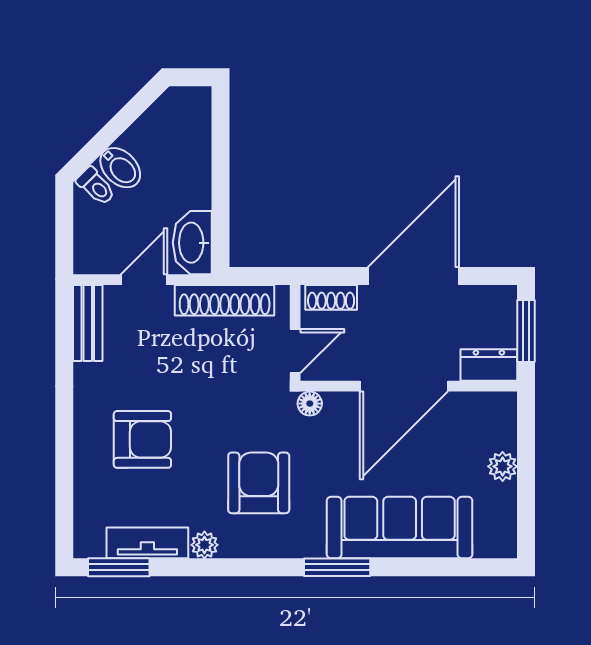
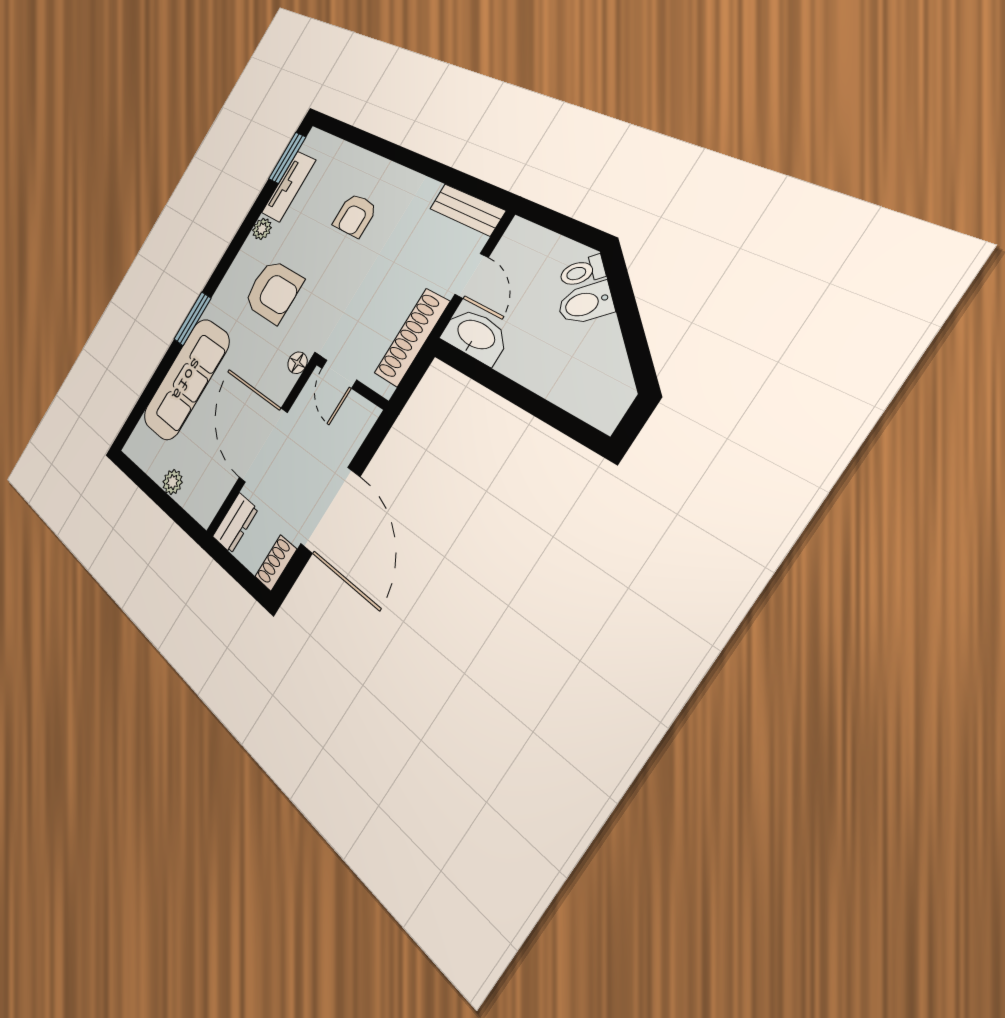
shoe rack: (331, 297) -> (276, 563), moved
window: (526, 331) -> (238, 571), removed
armchair: (142, 439) -> (355, 215), width x0.72, depth x0.72

